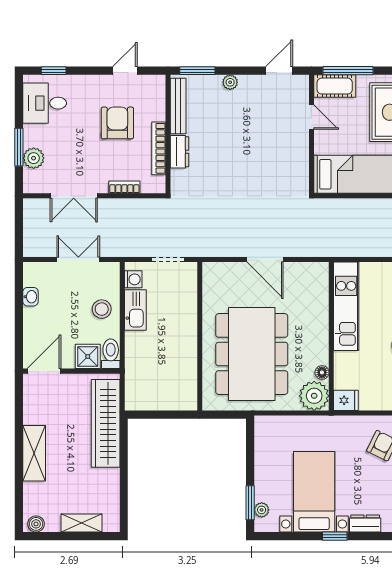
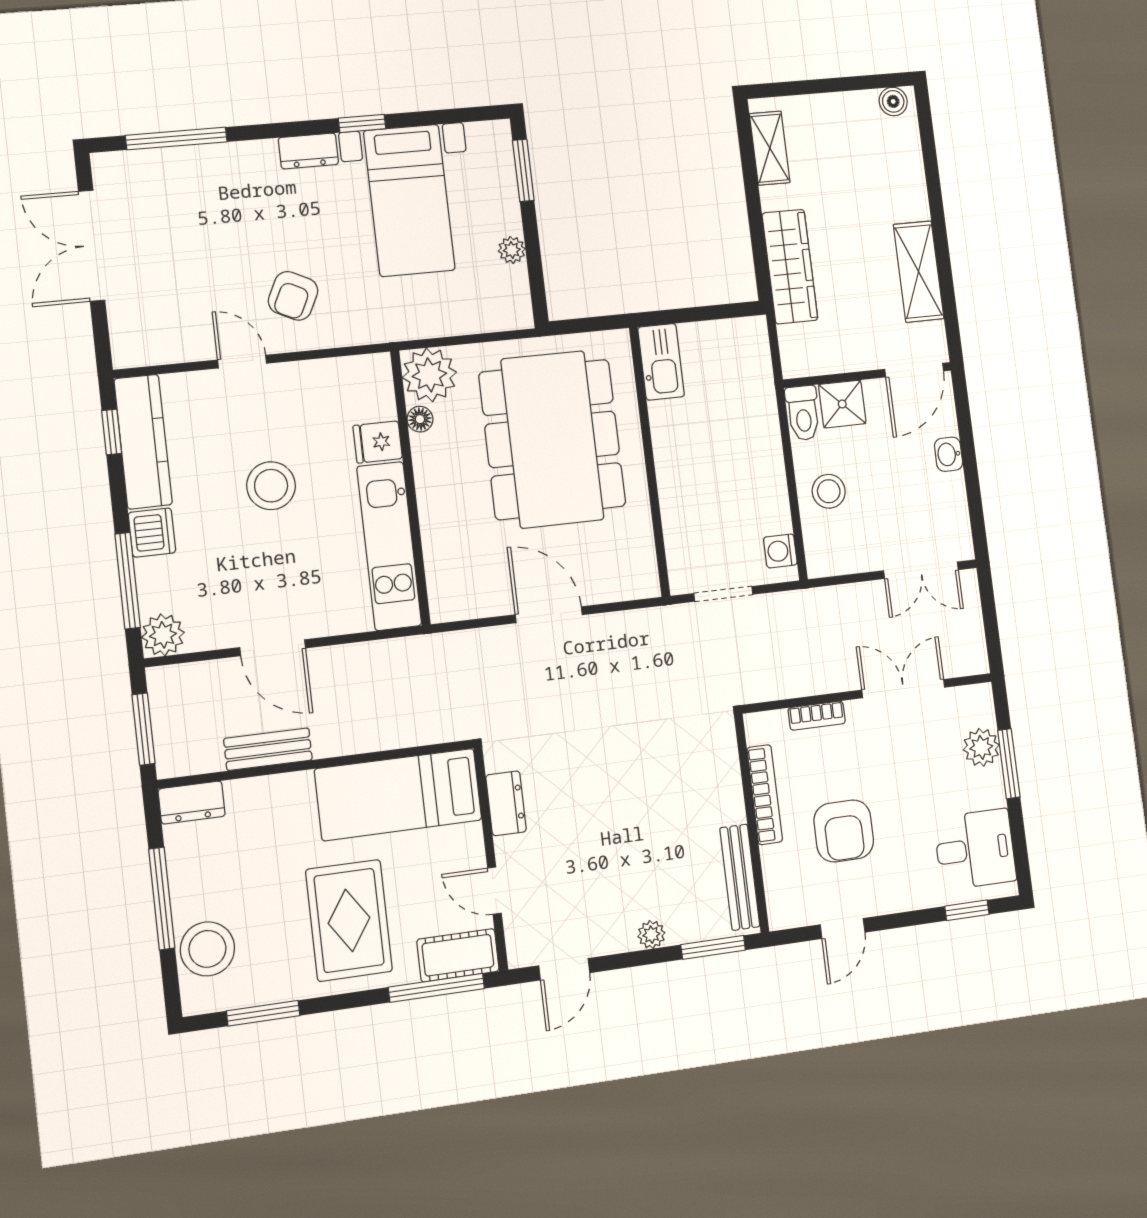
dresser: (180, 152) -> (506, 803), moved, turned 180
double door: (78, 260) -> (921, 570), moved
washbasin: (30, 297) -> (949, 454), moved
kitchen sink: (135, 310) -> (661, 362), moved, turned 180
fridge: (346, 400) -> (378, 442), moved
wardrobe: (106, 423) -> (790, 267), width x0.71, depth x0.85
shelving: (34, 453) -> (919, 272), moved
plant: (262, 510) -> (512, 250), moved
shelving: (82, 523) -> (770, 148), moved, turned 90

